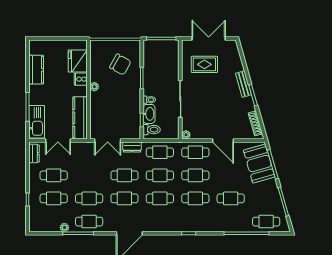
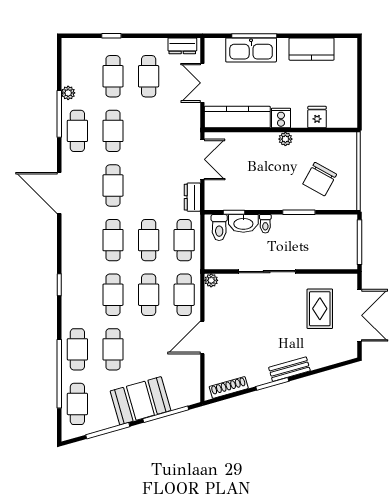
fridge: (78, 61) -> (317, 117), width x0.53, depth x0.75
cooker: (81, 79) -> (281, 118), moved
kitchen sink: (37, 122) -> (251, 50), moved
double door: (108, 140) -> (202, 159), swing flipped
booth: (259, 164) -> (140, 401), moved
cafe table: (124, 175) -> (77, 349), moved

